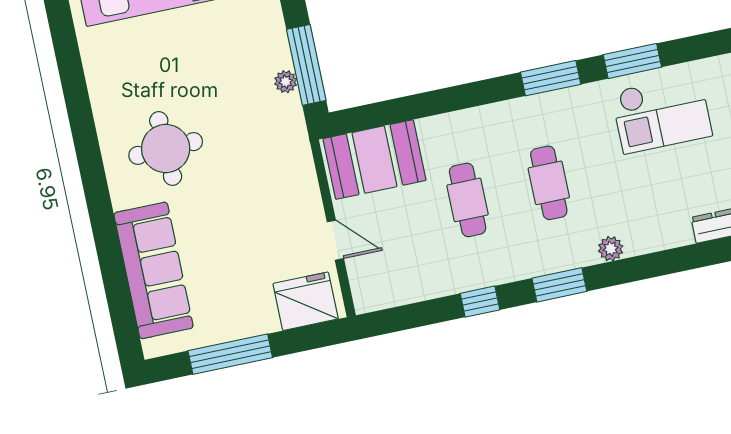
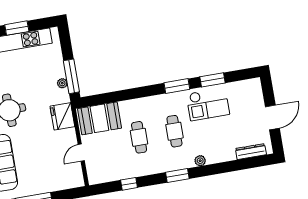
checkout: (662, 114) -> (208, 104), moved
door: (335, 240) -> (81, 153), swing flipped
fridge: (306, 301) -> (62, 116), moved, turned -90
window: (480, 302) -> (129, 184), moved

